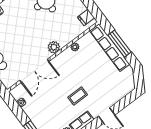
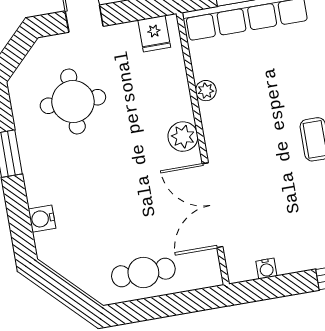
double door: (34, 71) -> (213, 205), swing flipped

